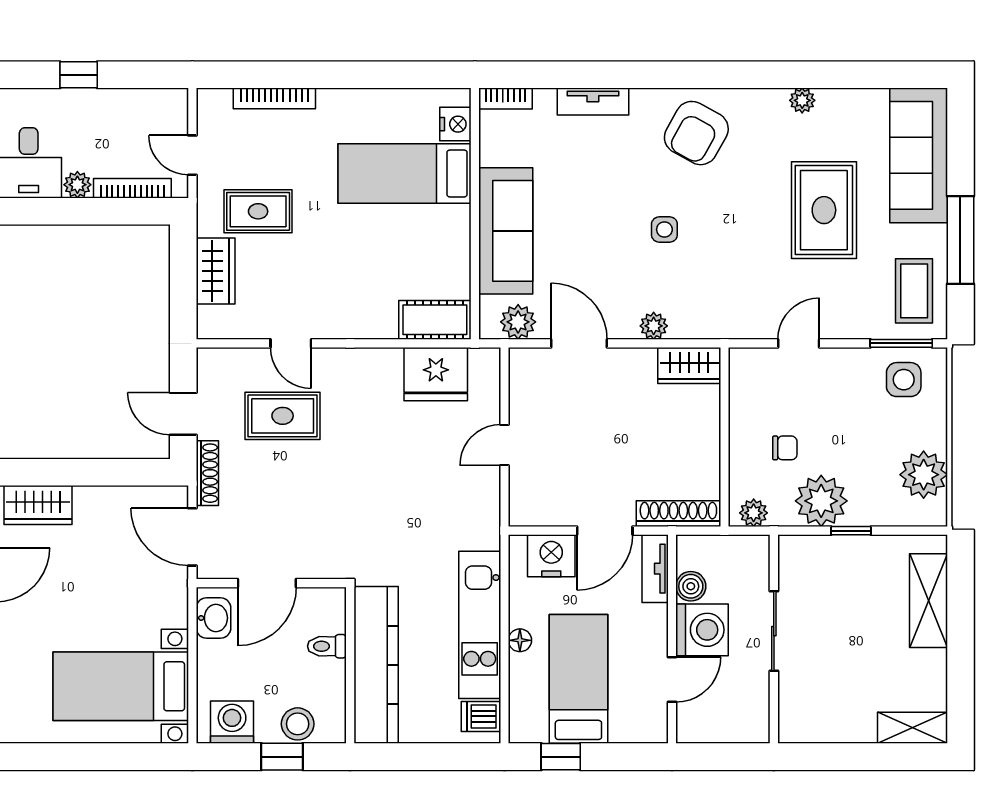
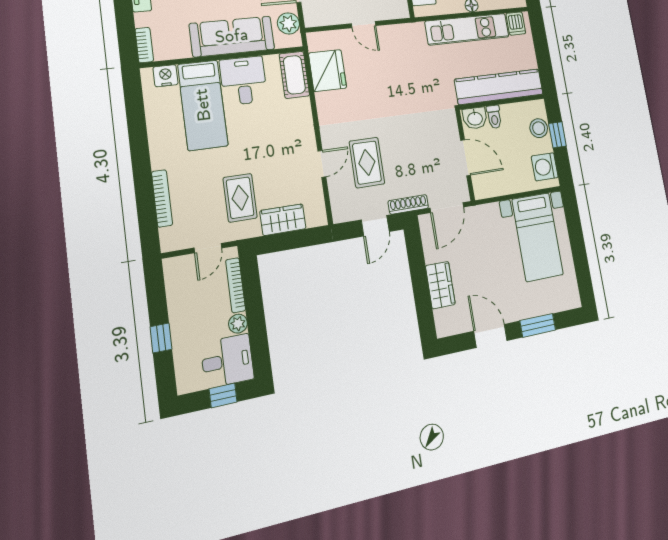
desk: (435, 240) -> (244, 81), added
wardrobe: (38, 505) -> (440, 285), moved
washbasin: (214, 618) -> (475, 118), moved, turned 180

